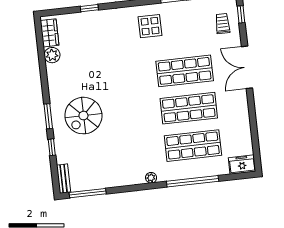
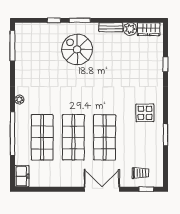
bench: (64, 179) -> (111, 27), moved

